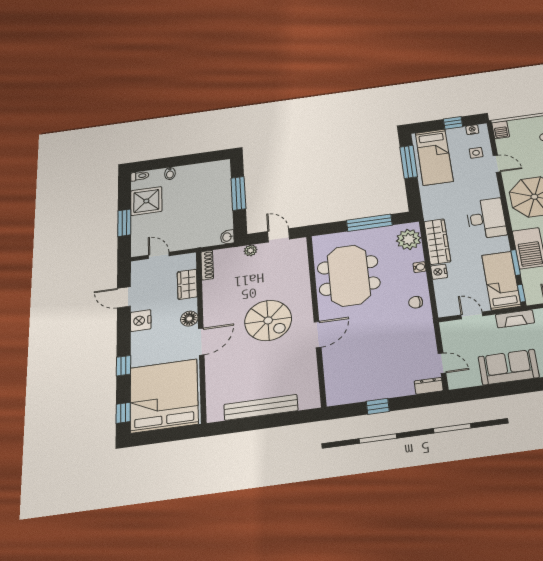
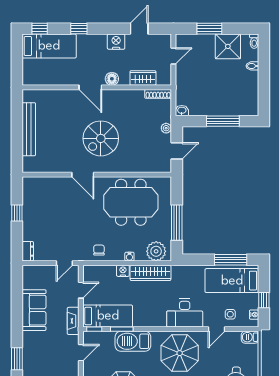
desk: (486, 218) -> (185, 313), moved
door: (442, 363) -> (64, 263), moved
bed: (164, 396) -> (49, 46), width x0.49

